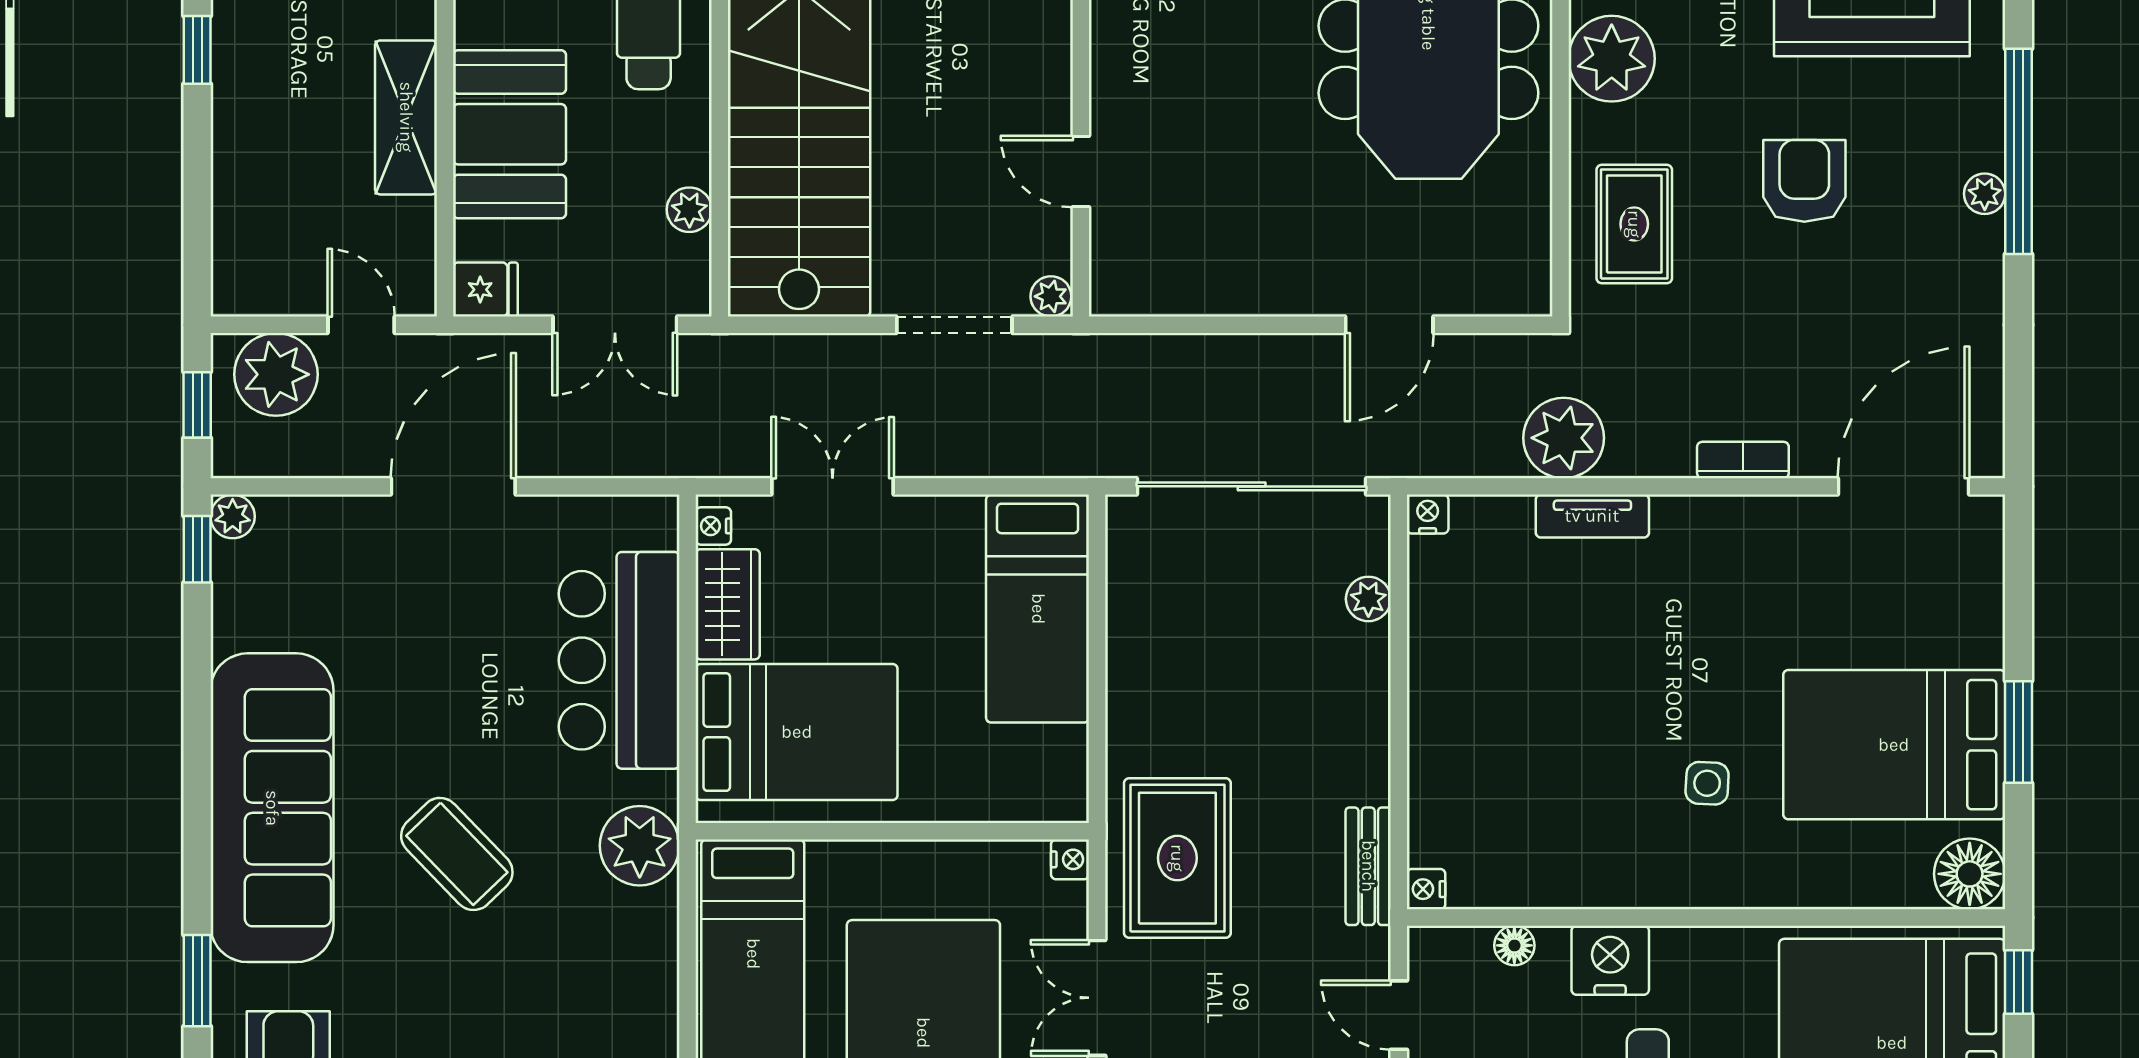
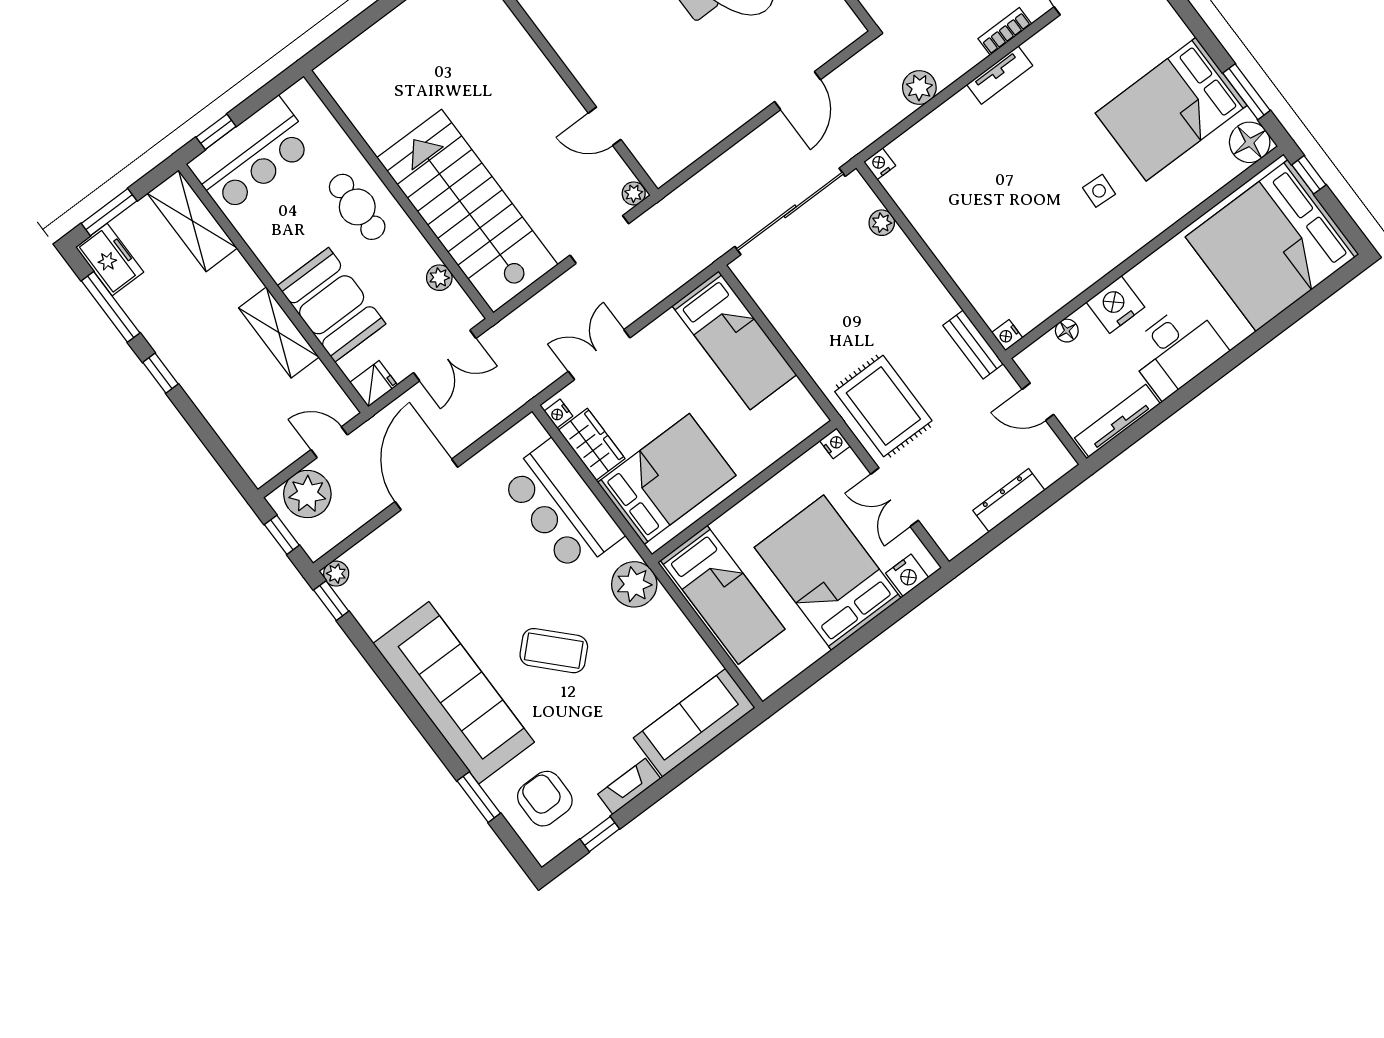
plant: (1564, 438) -> (919, 87), width x0.73, depth x0.73
tv unit: (1592, 516) -> (1000, 75), moved
window: (2018, 732) -> (1246, 92), moved

